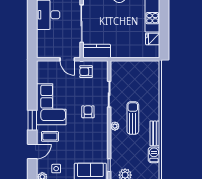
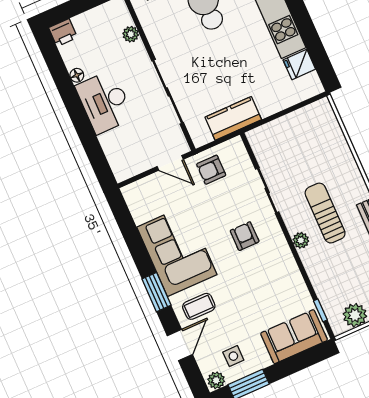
kitchen counter: (97, 51) -> (233, 118), moved

